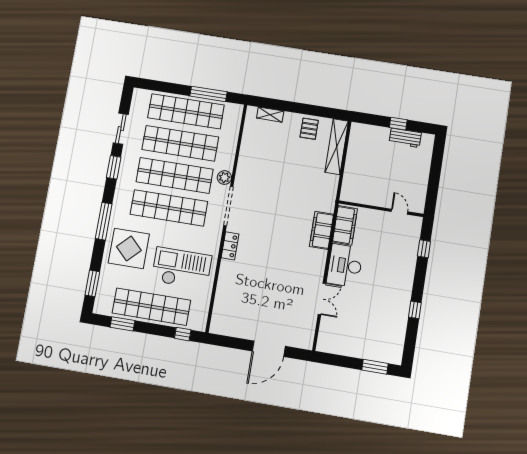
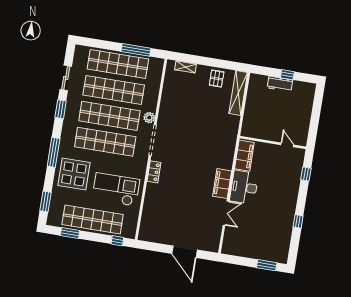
workbench: (405, 138) -> (280, 84), moved
filing cabinet: (322, 230) -> (222, 184), moved
door: (269, 349) -> (185, 252), hinge flipped

